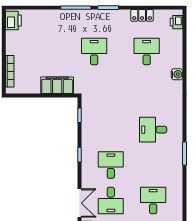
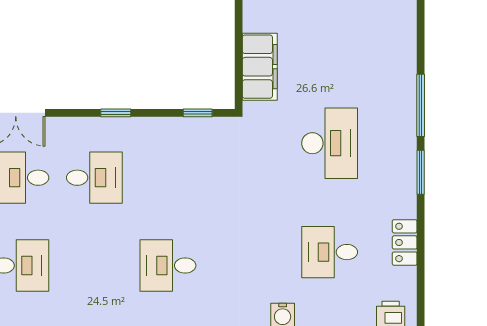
desk: (94, 52) -> (330, 143), width x1.37
desk: (147, 52) -> (330, 252), turned 180
desk: (153, 130) -> (168, 266), turned -90

